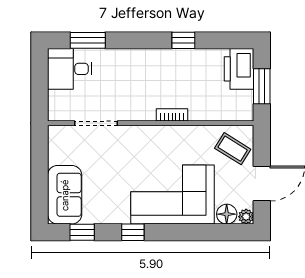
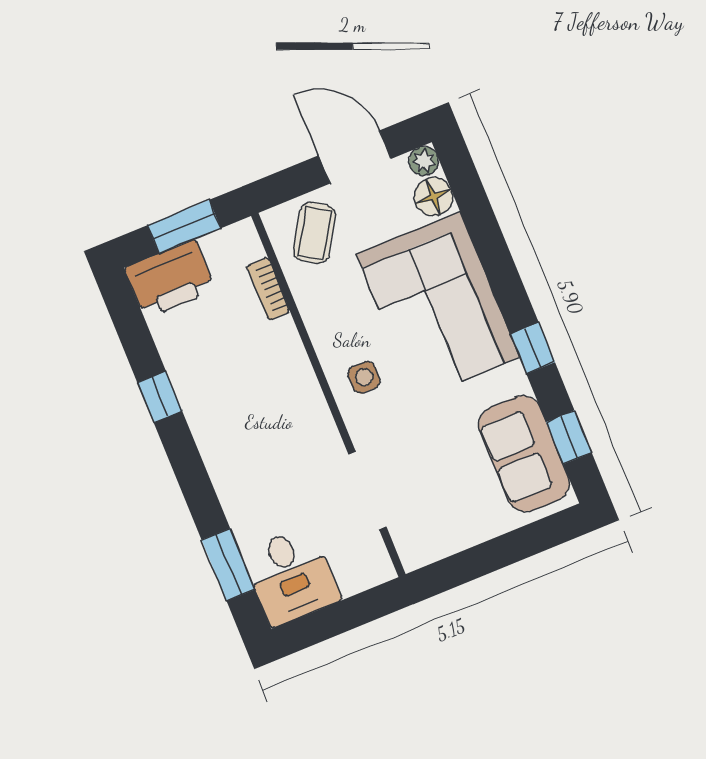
bookcase: (172, 115) -> (268, 289), moved
side table: (152, 144) -> (364, 377), added
sofa: (65, 195) -> (524, 454), moved, turned -90

